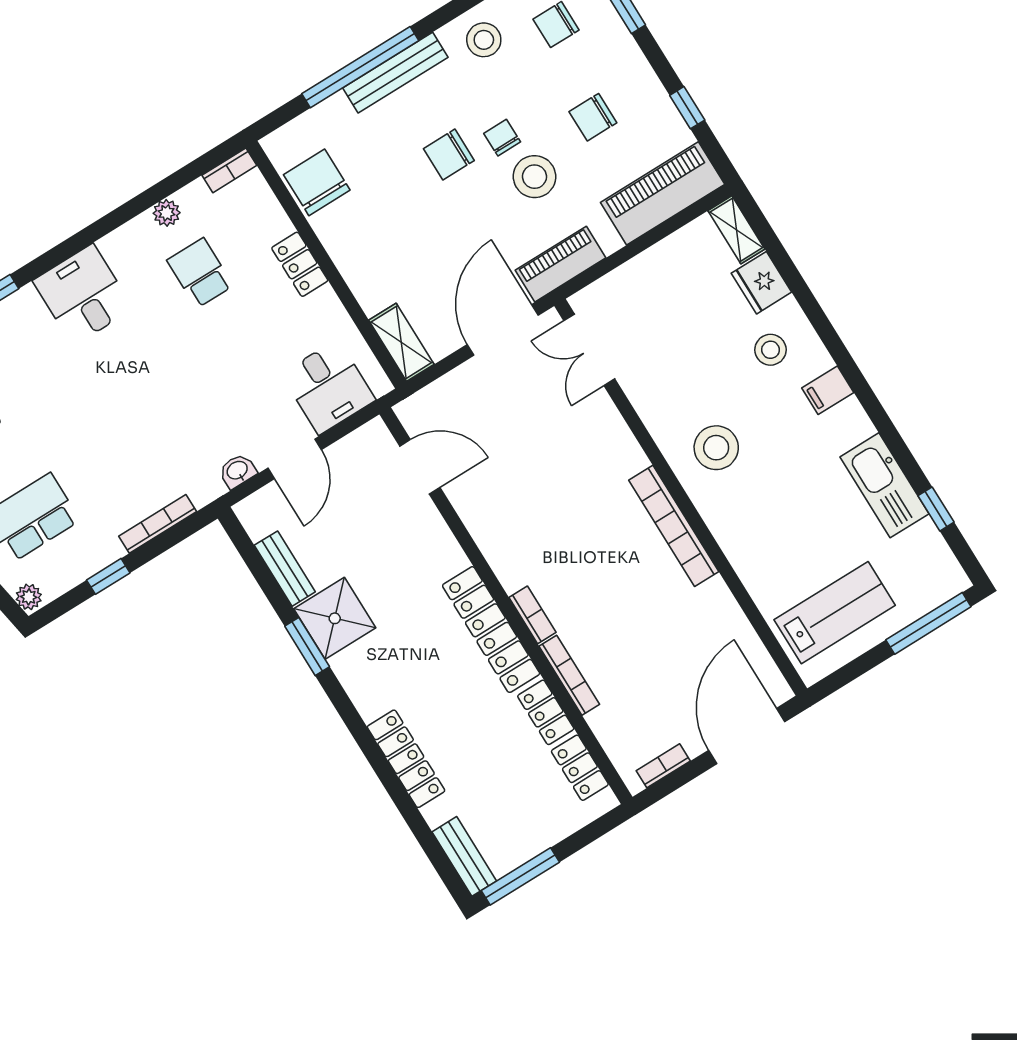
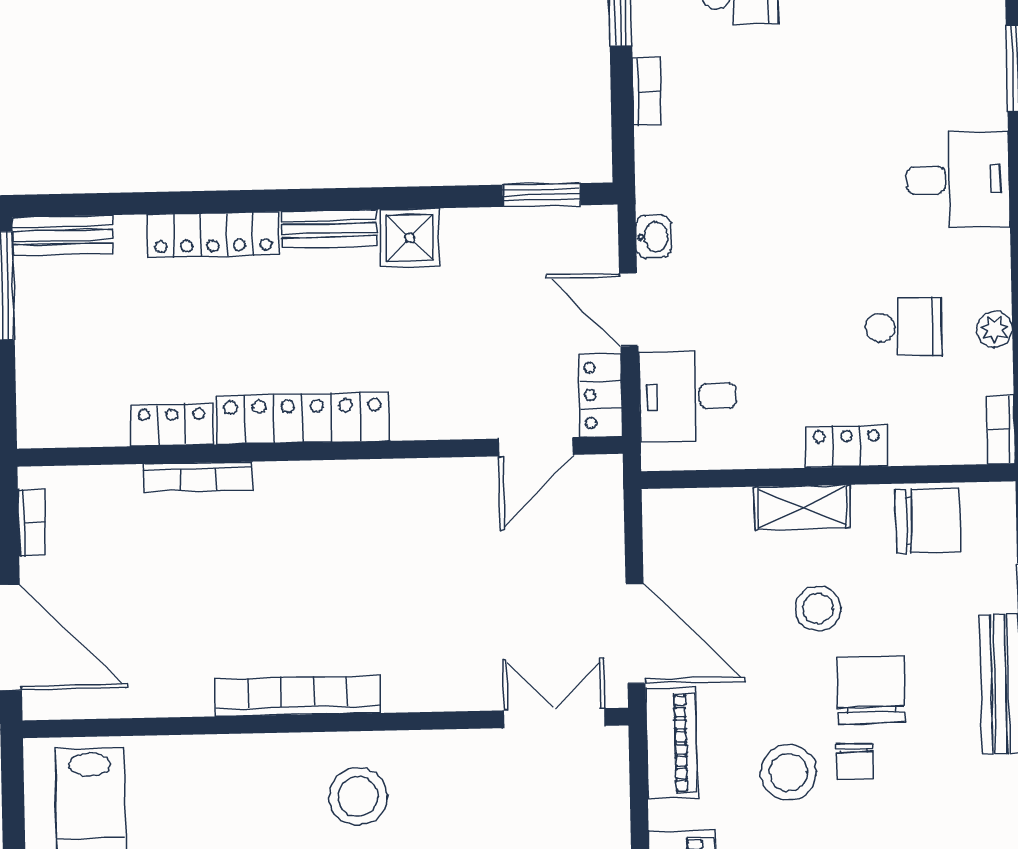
stool: (484, 40) -> (818, 609), moved
chair: (502, 138) -> (855, 762), turned 90
chair: (449, 155) -> (871, 690), width x1.37, depth x1.37
shelving: (401, 342) -> (802, 507), moved
bookcase: (158, 524) -> (646, 91), width x0.64
bench: (285, 569) -> (330, 229), moved
bookcase: (532, 615) -> (292, 475), removed
shower: (335, 618) -> (410, 238), width x0.73, depth x0.73
window: (307, 646) -> (541, 195), moved
locker: (580, 768) -> (601, 395), moved, turned -90

